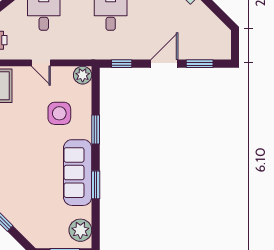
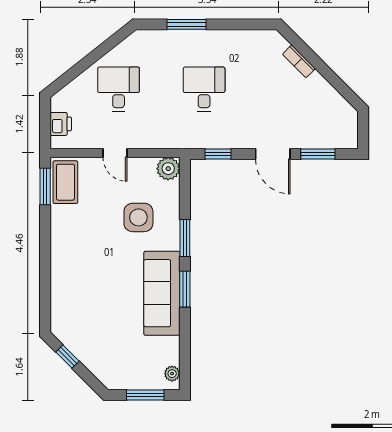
door: (164, 64) -> (273, 154), swing flipped
window: (96, 185) -> (185, 289), moved
plant: (80, 230) -> (172, 374), width x0.53, depth x0.53

